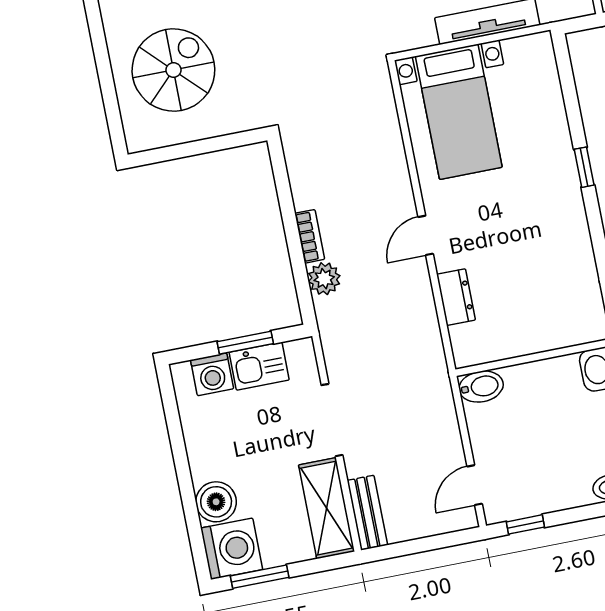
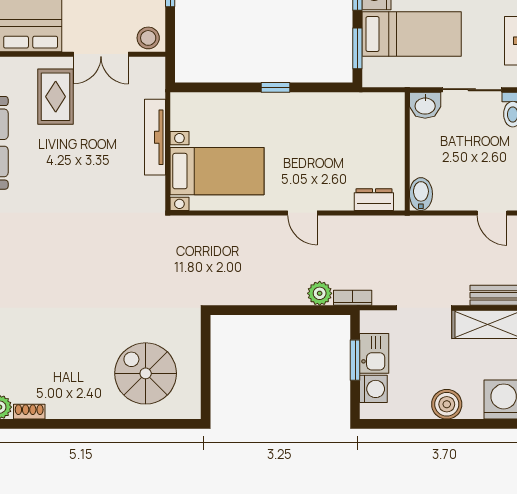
bookcase: (310, 236) -> (353, 298), moved
dresser: (456, 297) -> (374, 200), moved
boiler: (216, 502) -> (447, 404), moved

